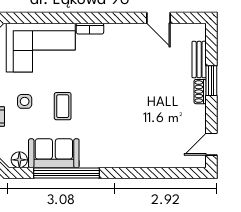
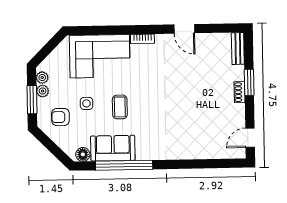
door: (159, 18) -> (184, 29), moved
bench: (199, 60) -> (238, 48), moved

